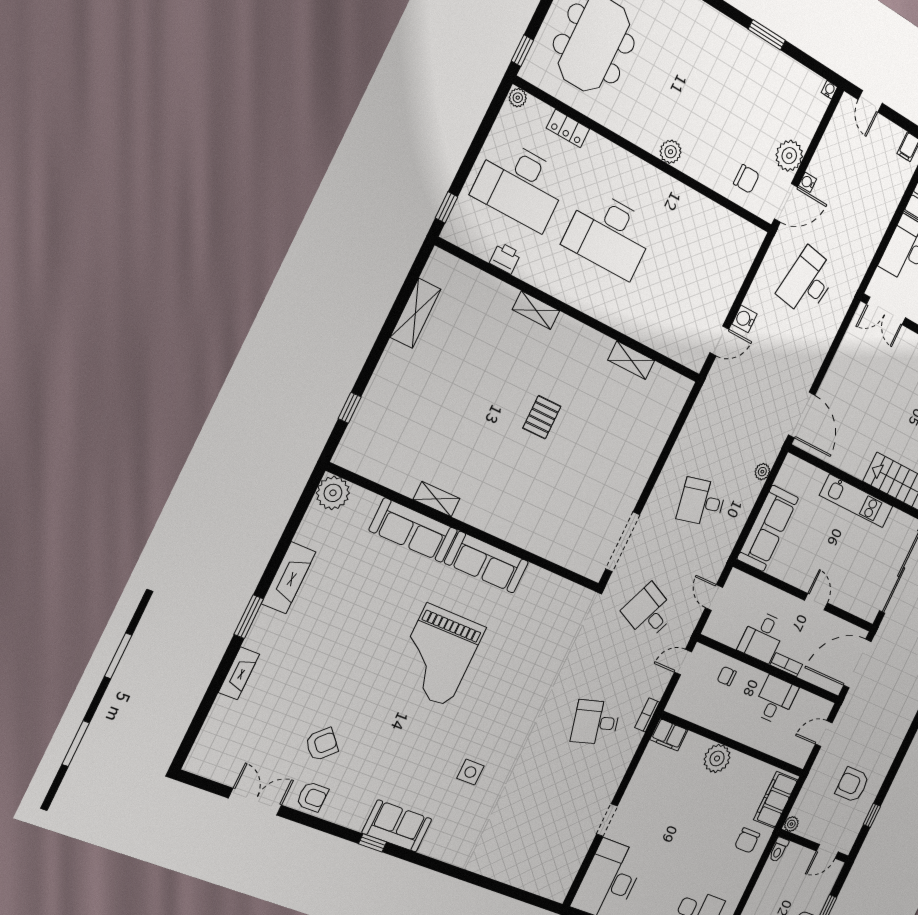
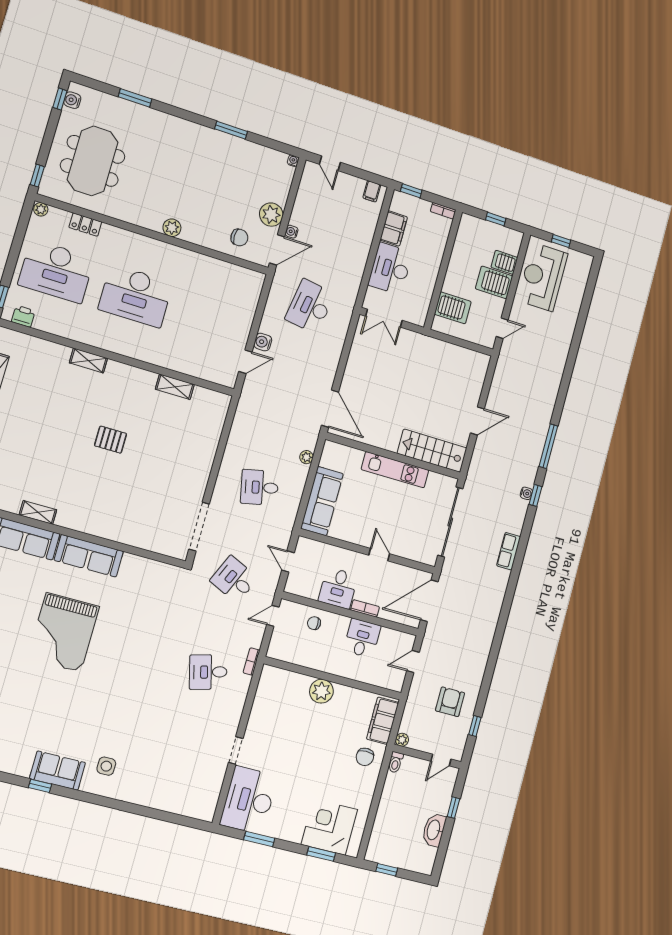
printer: (505, 258) -> (23, 316), moved
pallet: (542, 417) -> (111, 440), turned 90
filing cabinet: (669, 735) -> (274, 676), removed
side table: (470, 772) -> (106, 766), moved
armchair: (852, 785) -> (450, 702), turned 90

